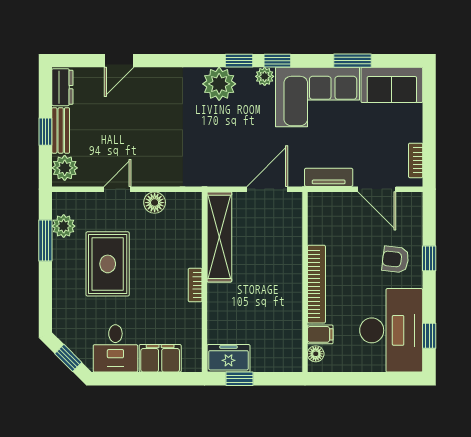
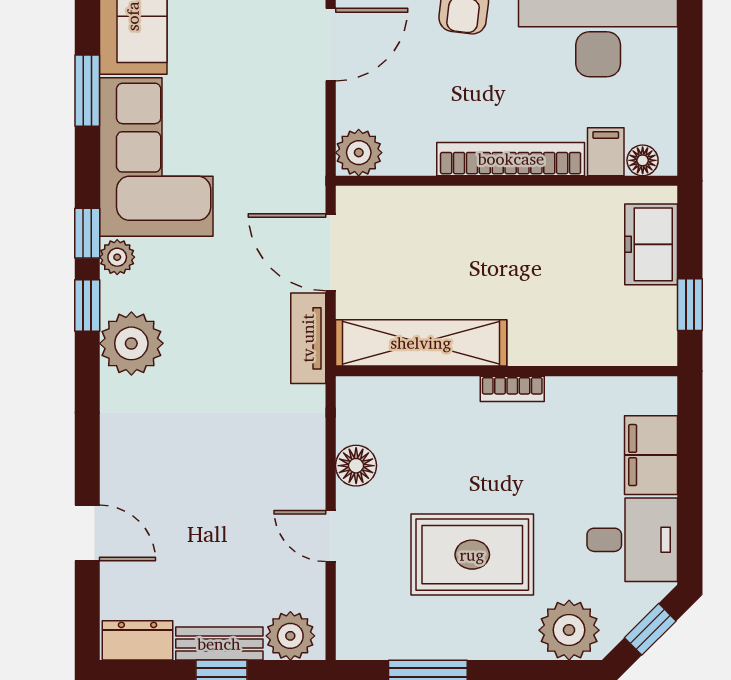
tv unit: (329, 177) -> (308, 338), moved
plant: (320, 204) -> (359, 153), added
plant: (64, 226) -> (569, 630), moved, width x1.36, depth x1.36
freezer: (228, 358) -> (651, 244), moved

